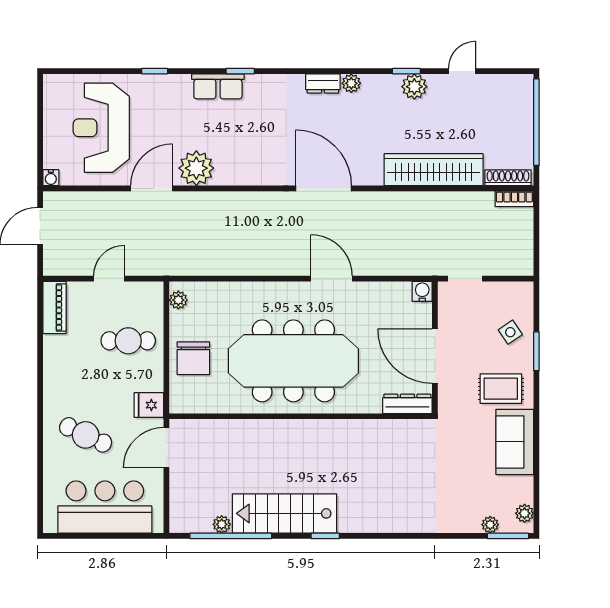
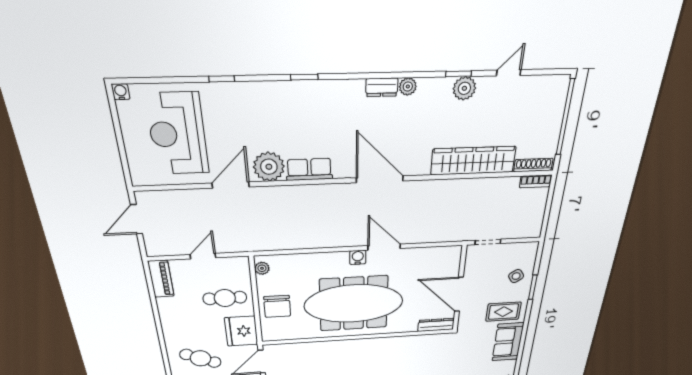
row of seats: (218, 86) -> (309, 169), moved, turned 180
water cooler: (51, 178) -> (121, 92), moved, turned 180
water cooler: (422, 291) -> (358, 257), moved
fridge: (149, 405) -> (241, 331), width x1.88, depth x1.34

